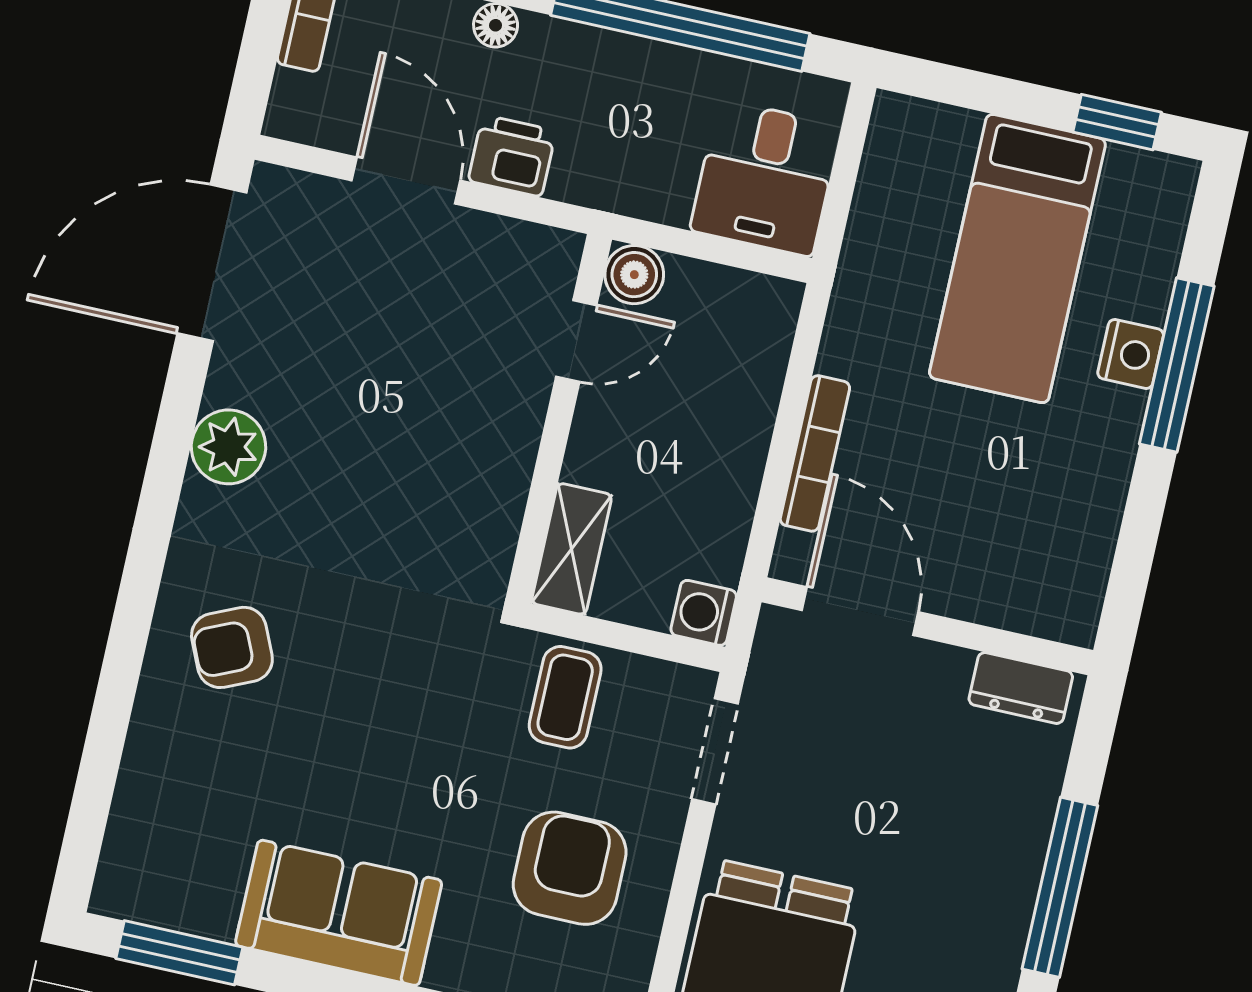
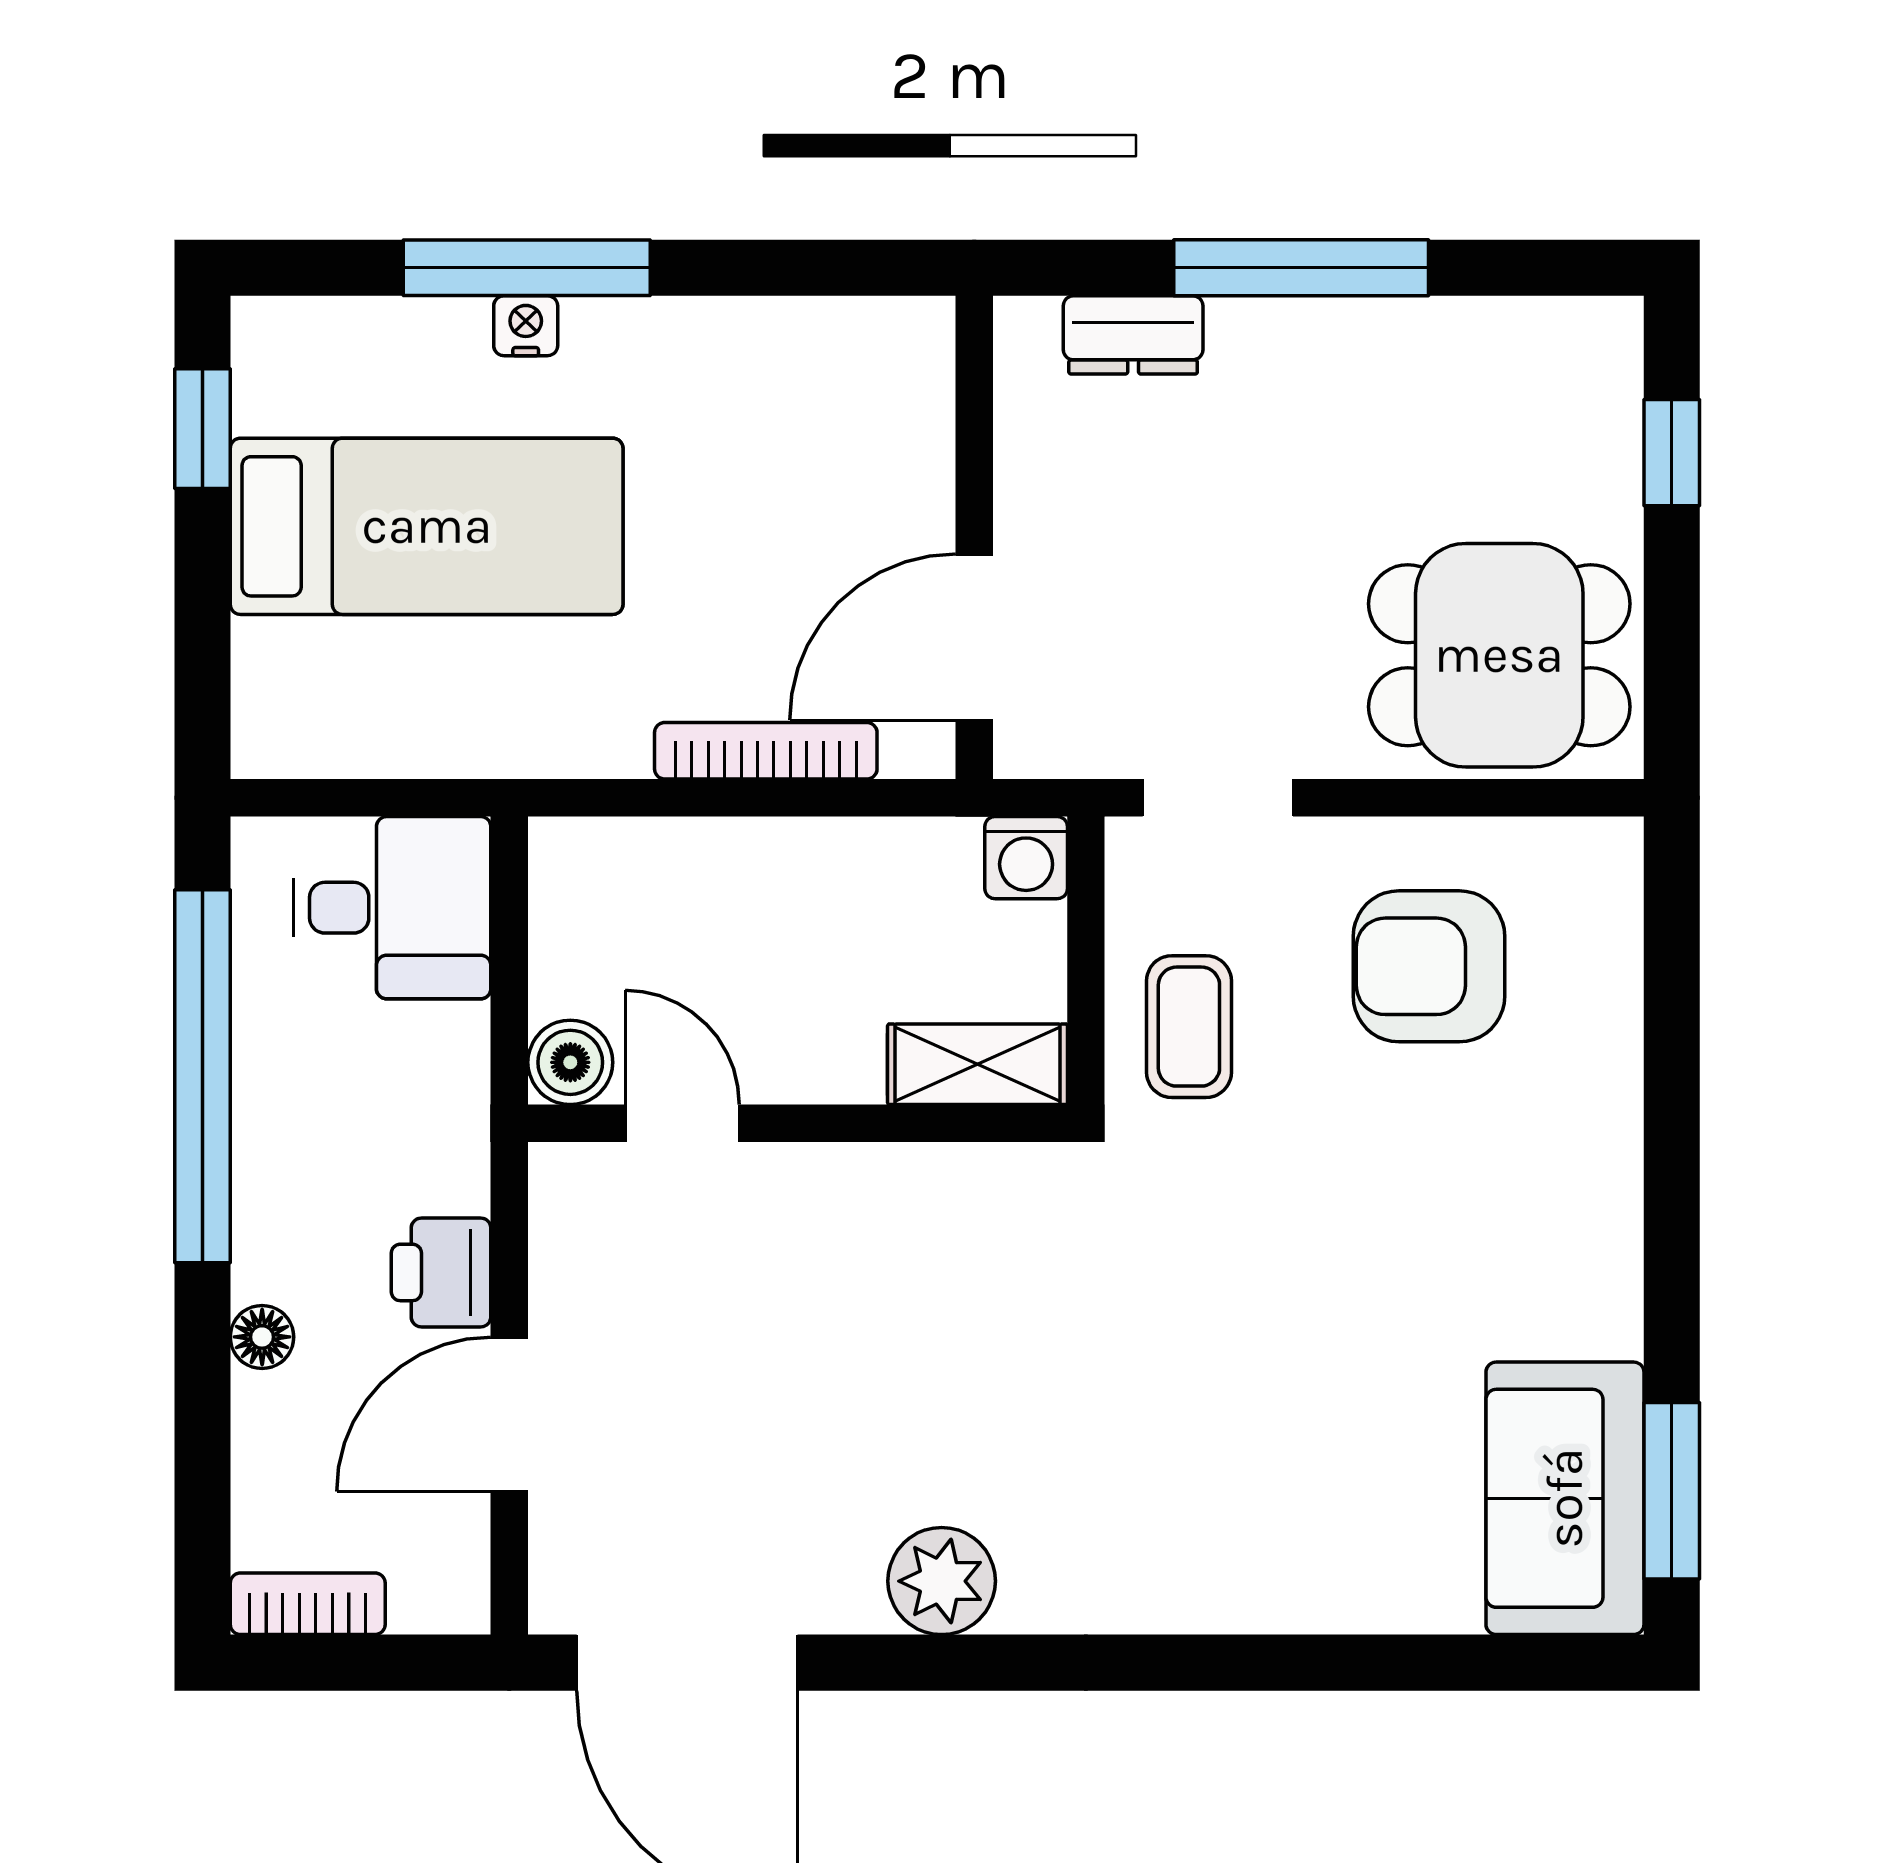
nightstand: (1131, 354) -> (526, 326), width x0.72, depth x0.74
armchair: (232, 647) -> (1224, 1513), removed
dresser: (1021, 688) -> (1133, 335), moved, turned 90
coffee table: (565, 697) -> (1189, 1027), turned 90
sofa: (339, 913) -> (1565, 1498), moved

